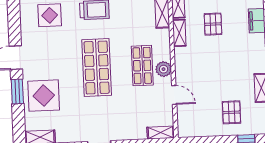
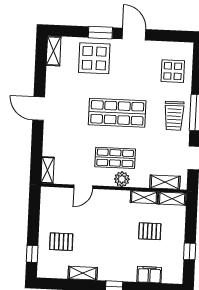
plant: (164, 69) -> (122, 179), moved

